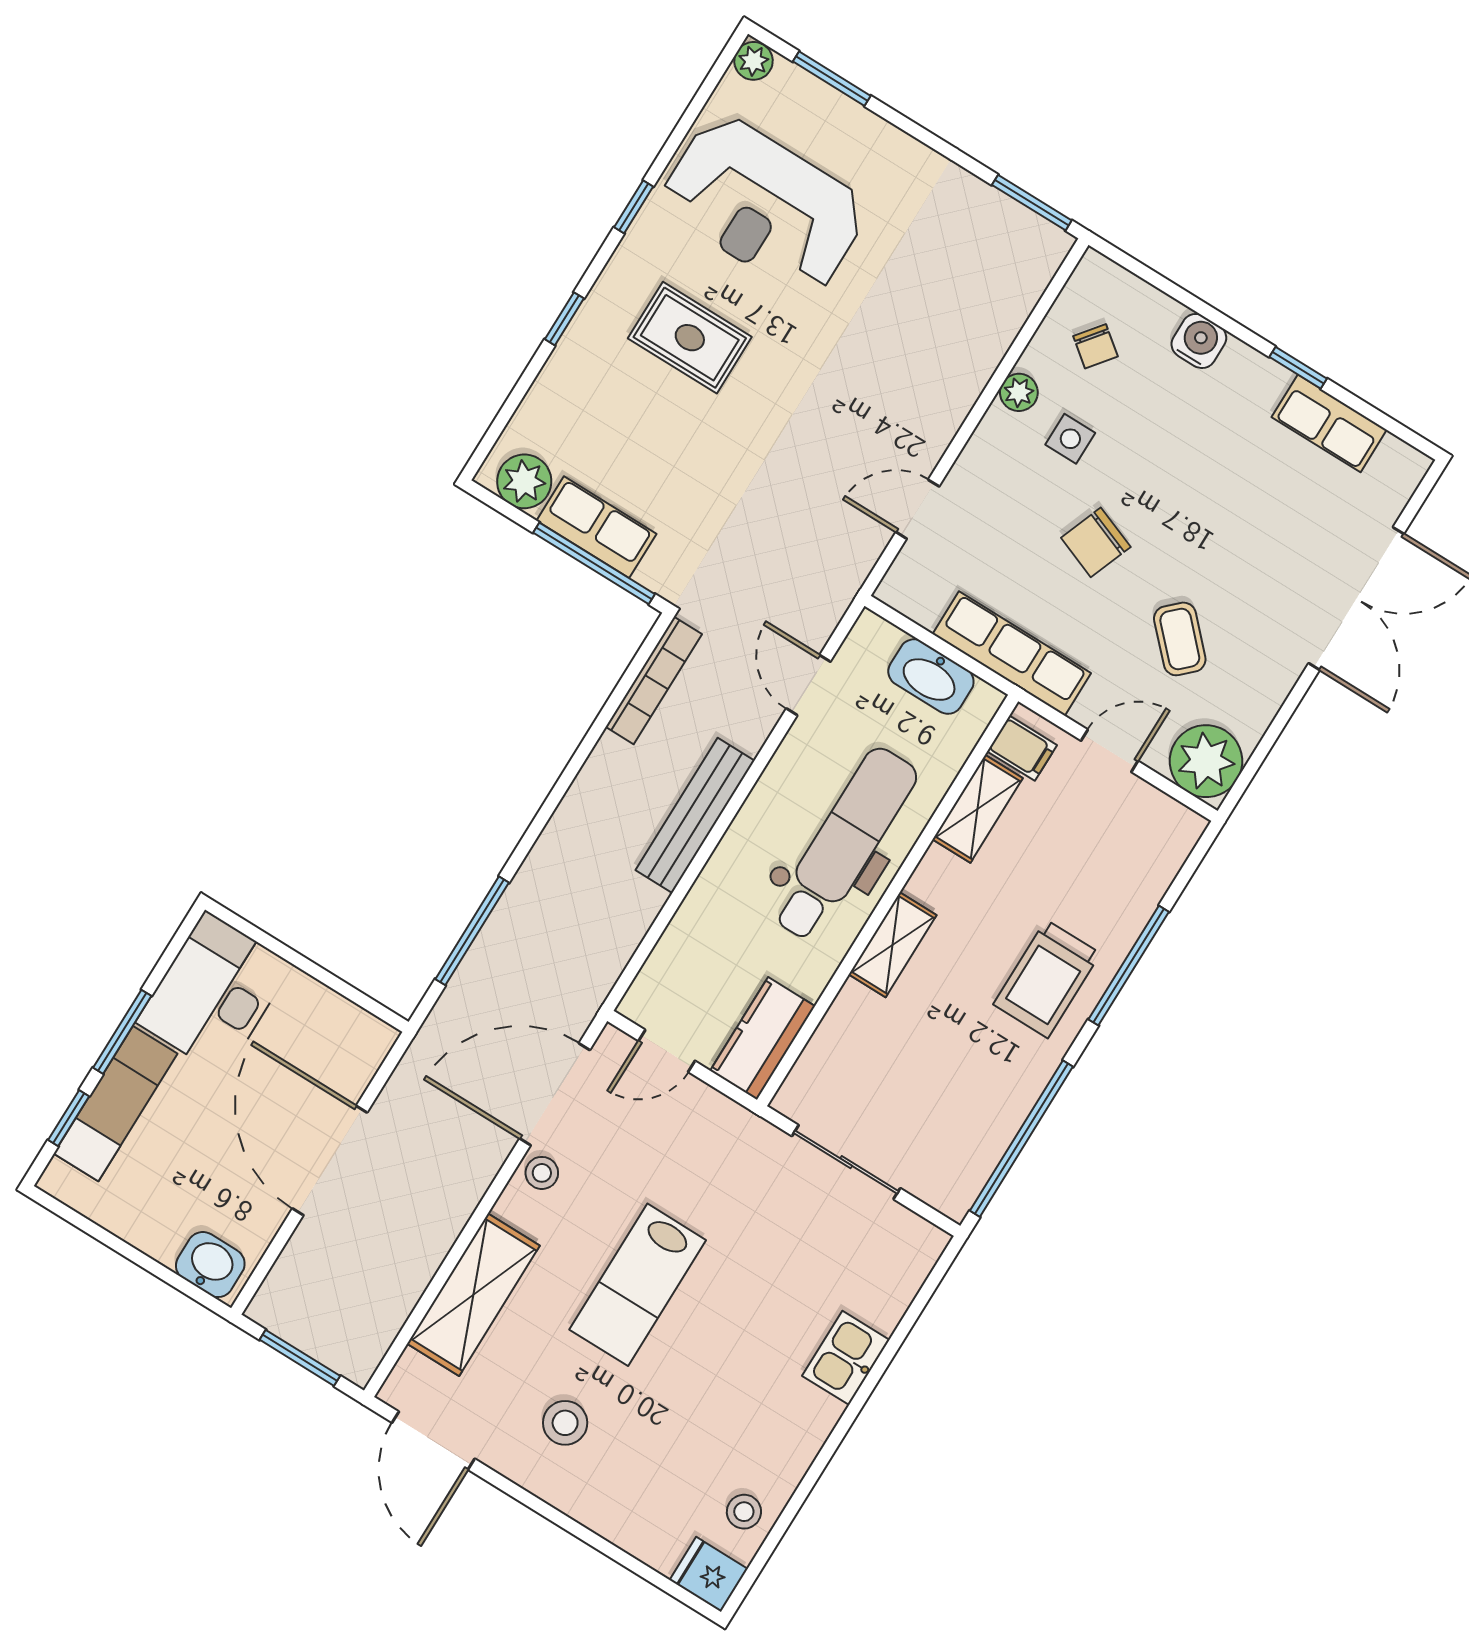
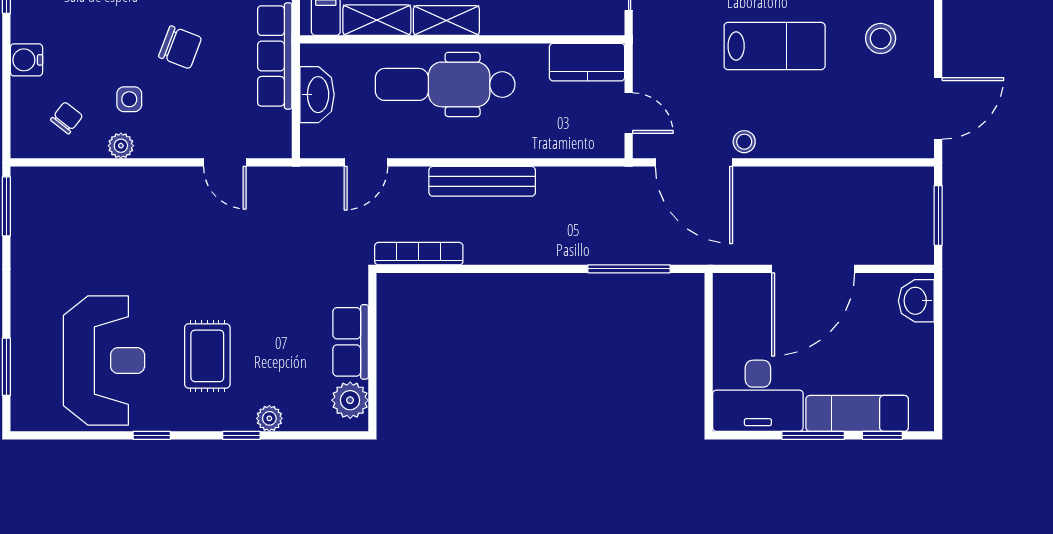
plant: (753, 61) -> (269, 418), moved
window: (594, 563) -> (372, 330), removed
shelving: (893, 945) -> (446, 20), moved
shelving: (473, 1295) -> (839, 138), removed

